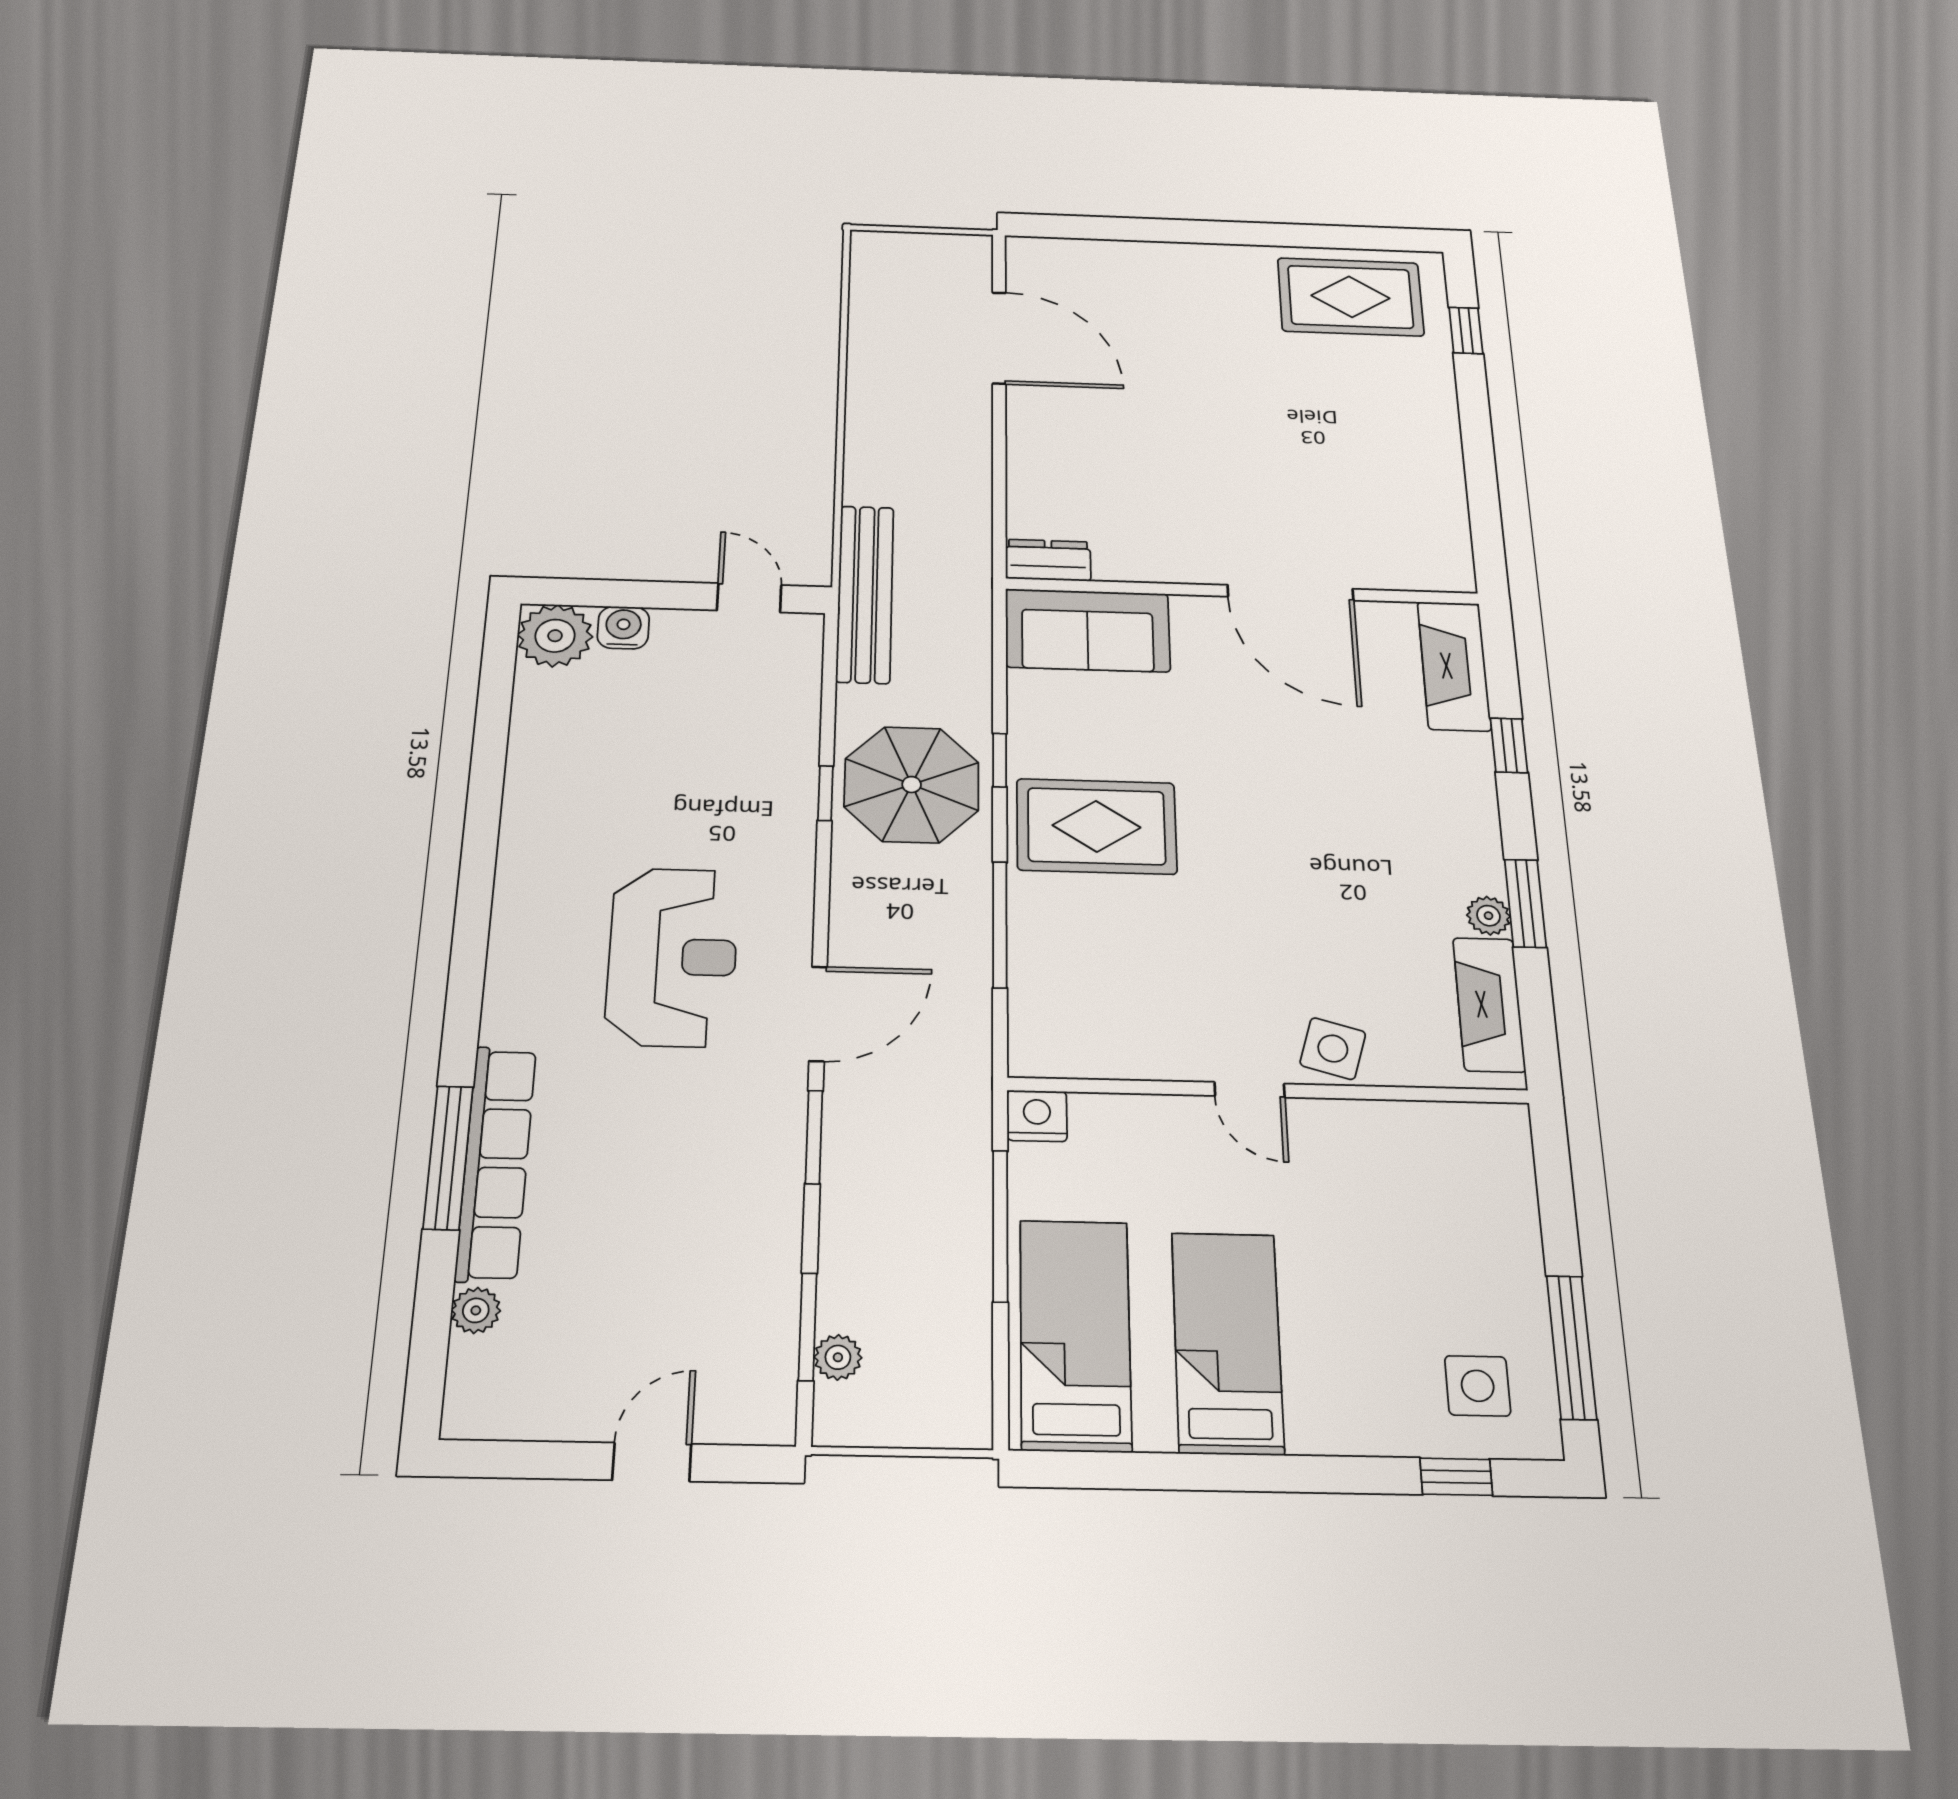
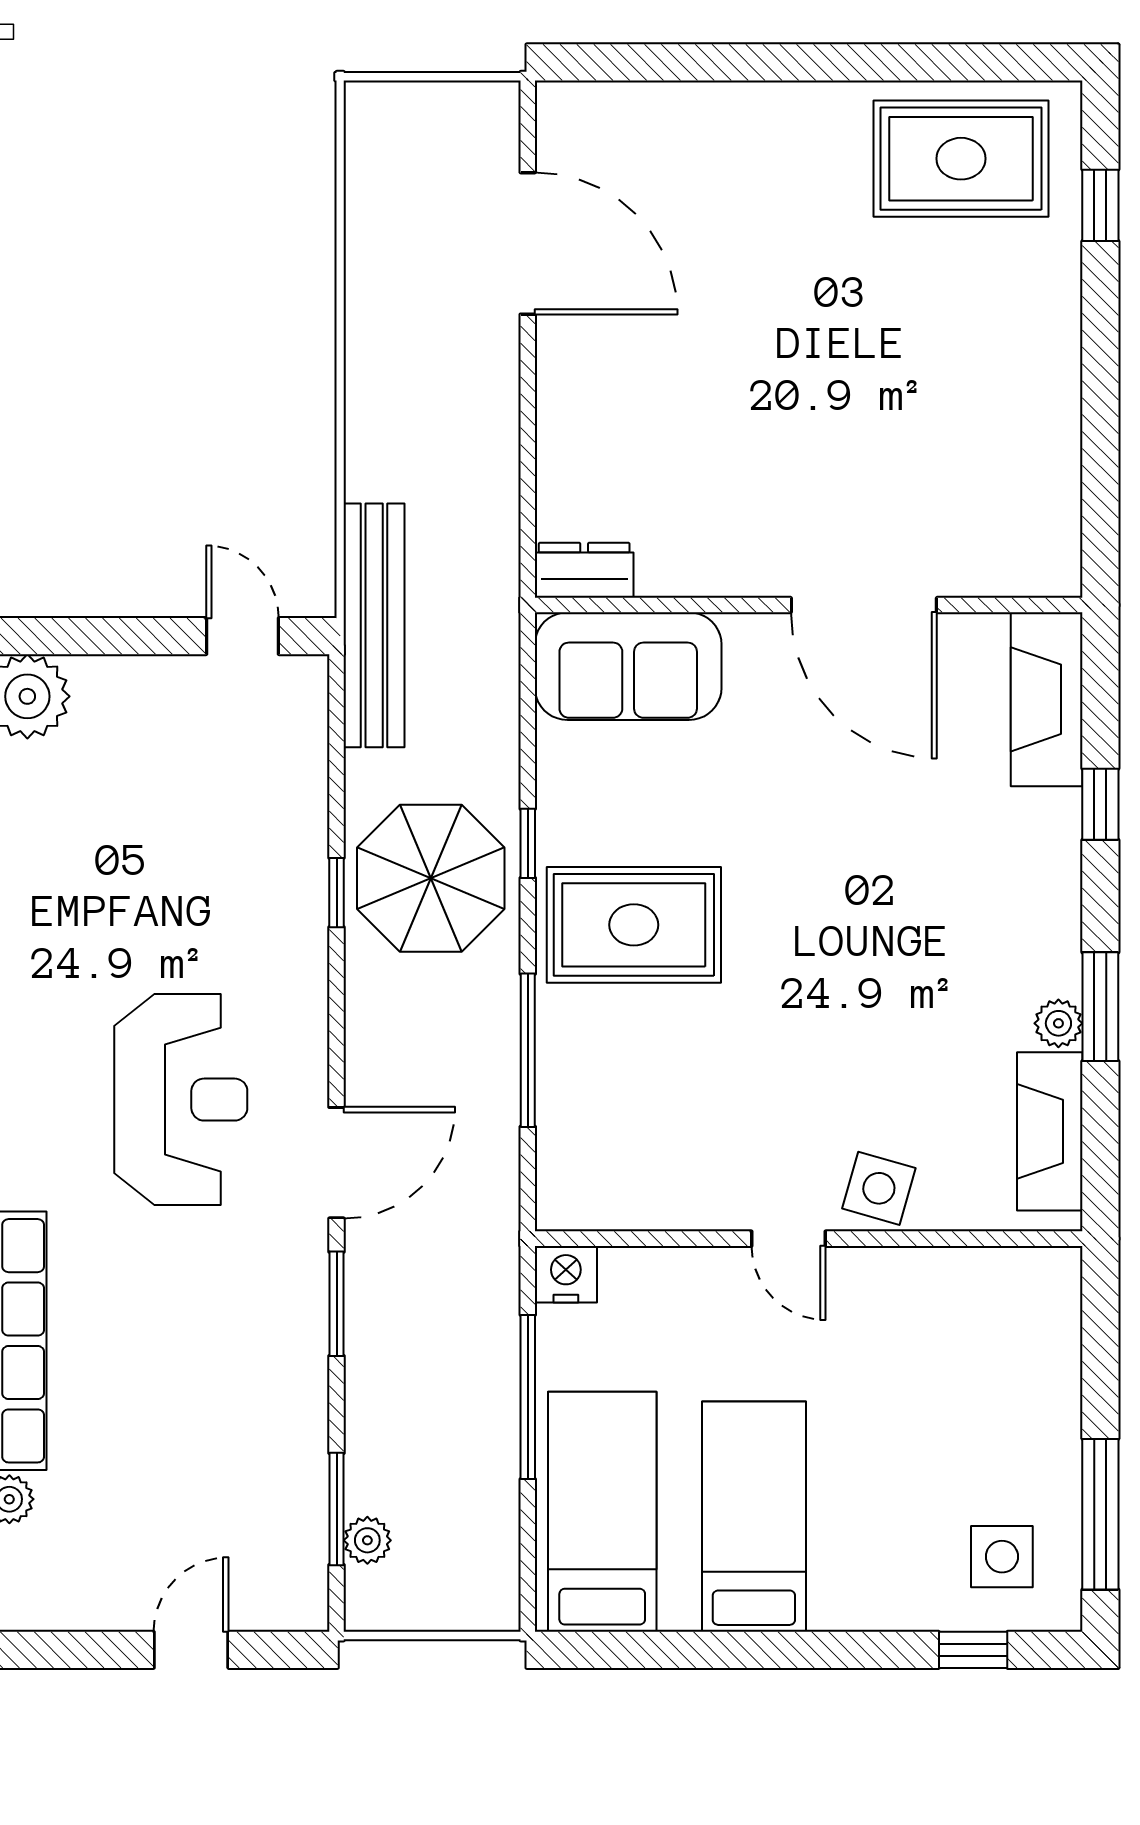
water cooler: (623, 628) -> (103, 683), removed

